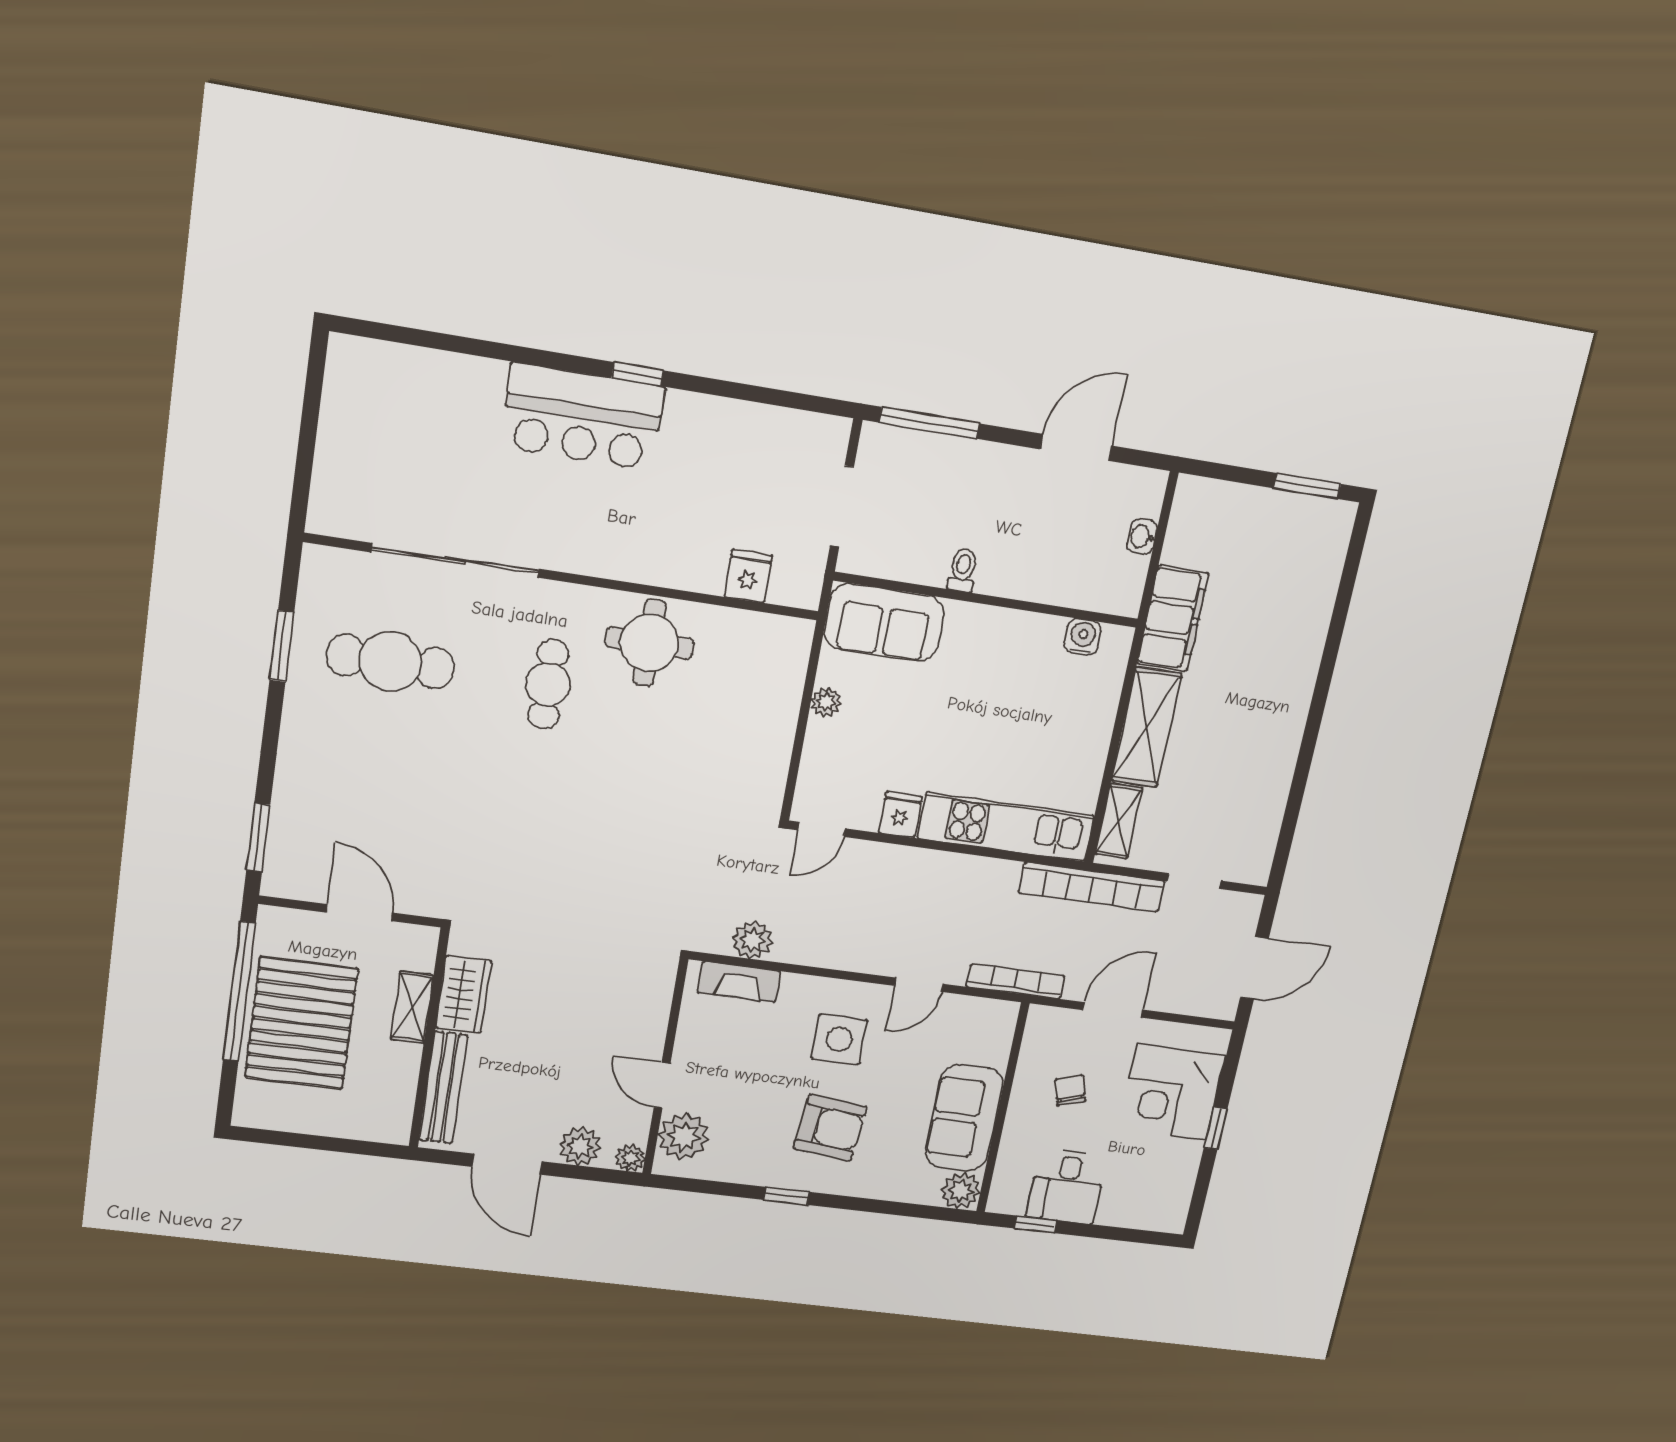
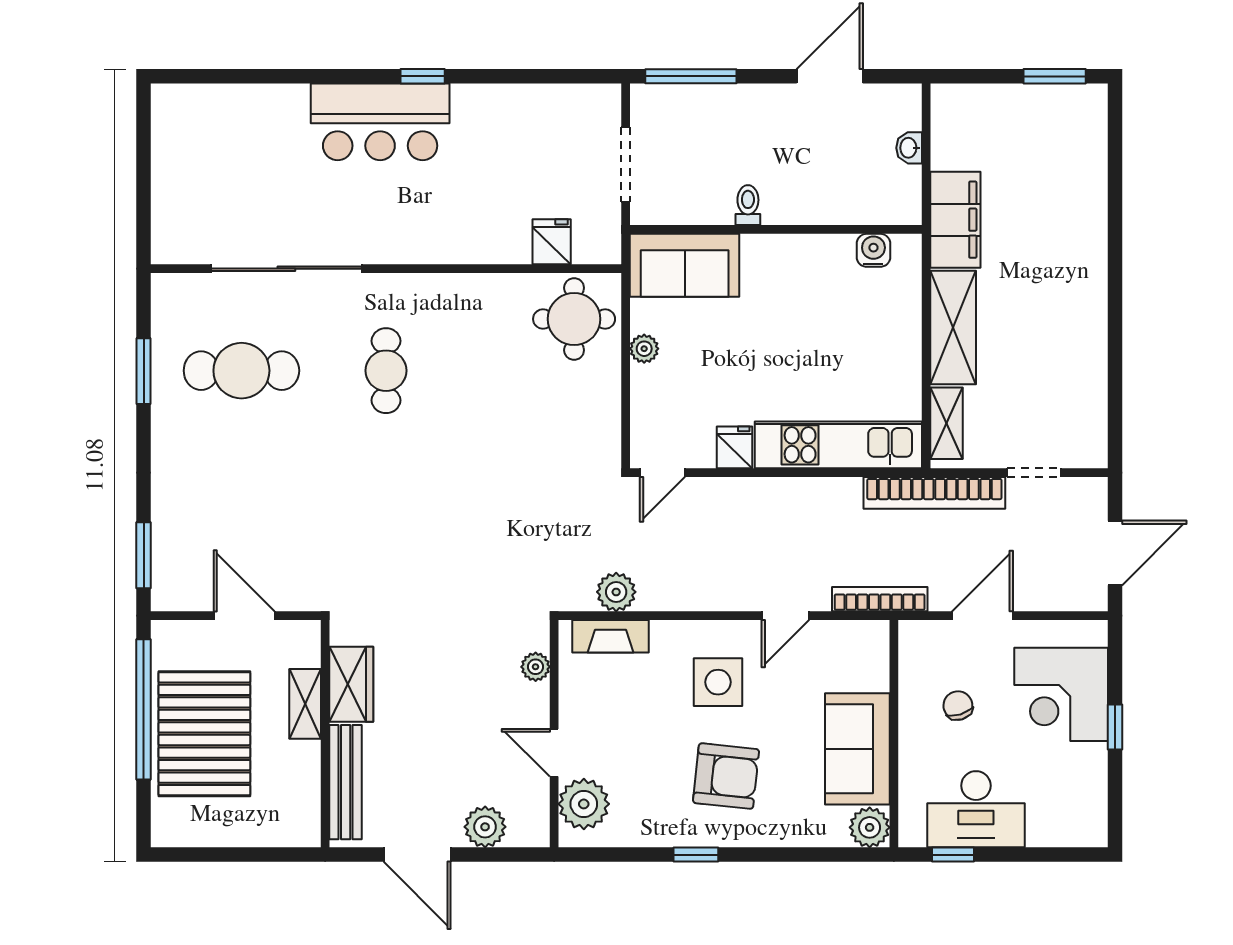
round table: (649, 643) -> (574, 319), moved
plant: (630, 1158) -> (536, 667), moved
desk: (1067, 1186) -> (976, 809), width x1.37

